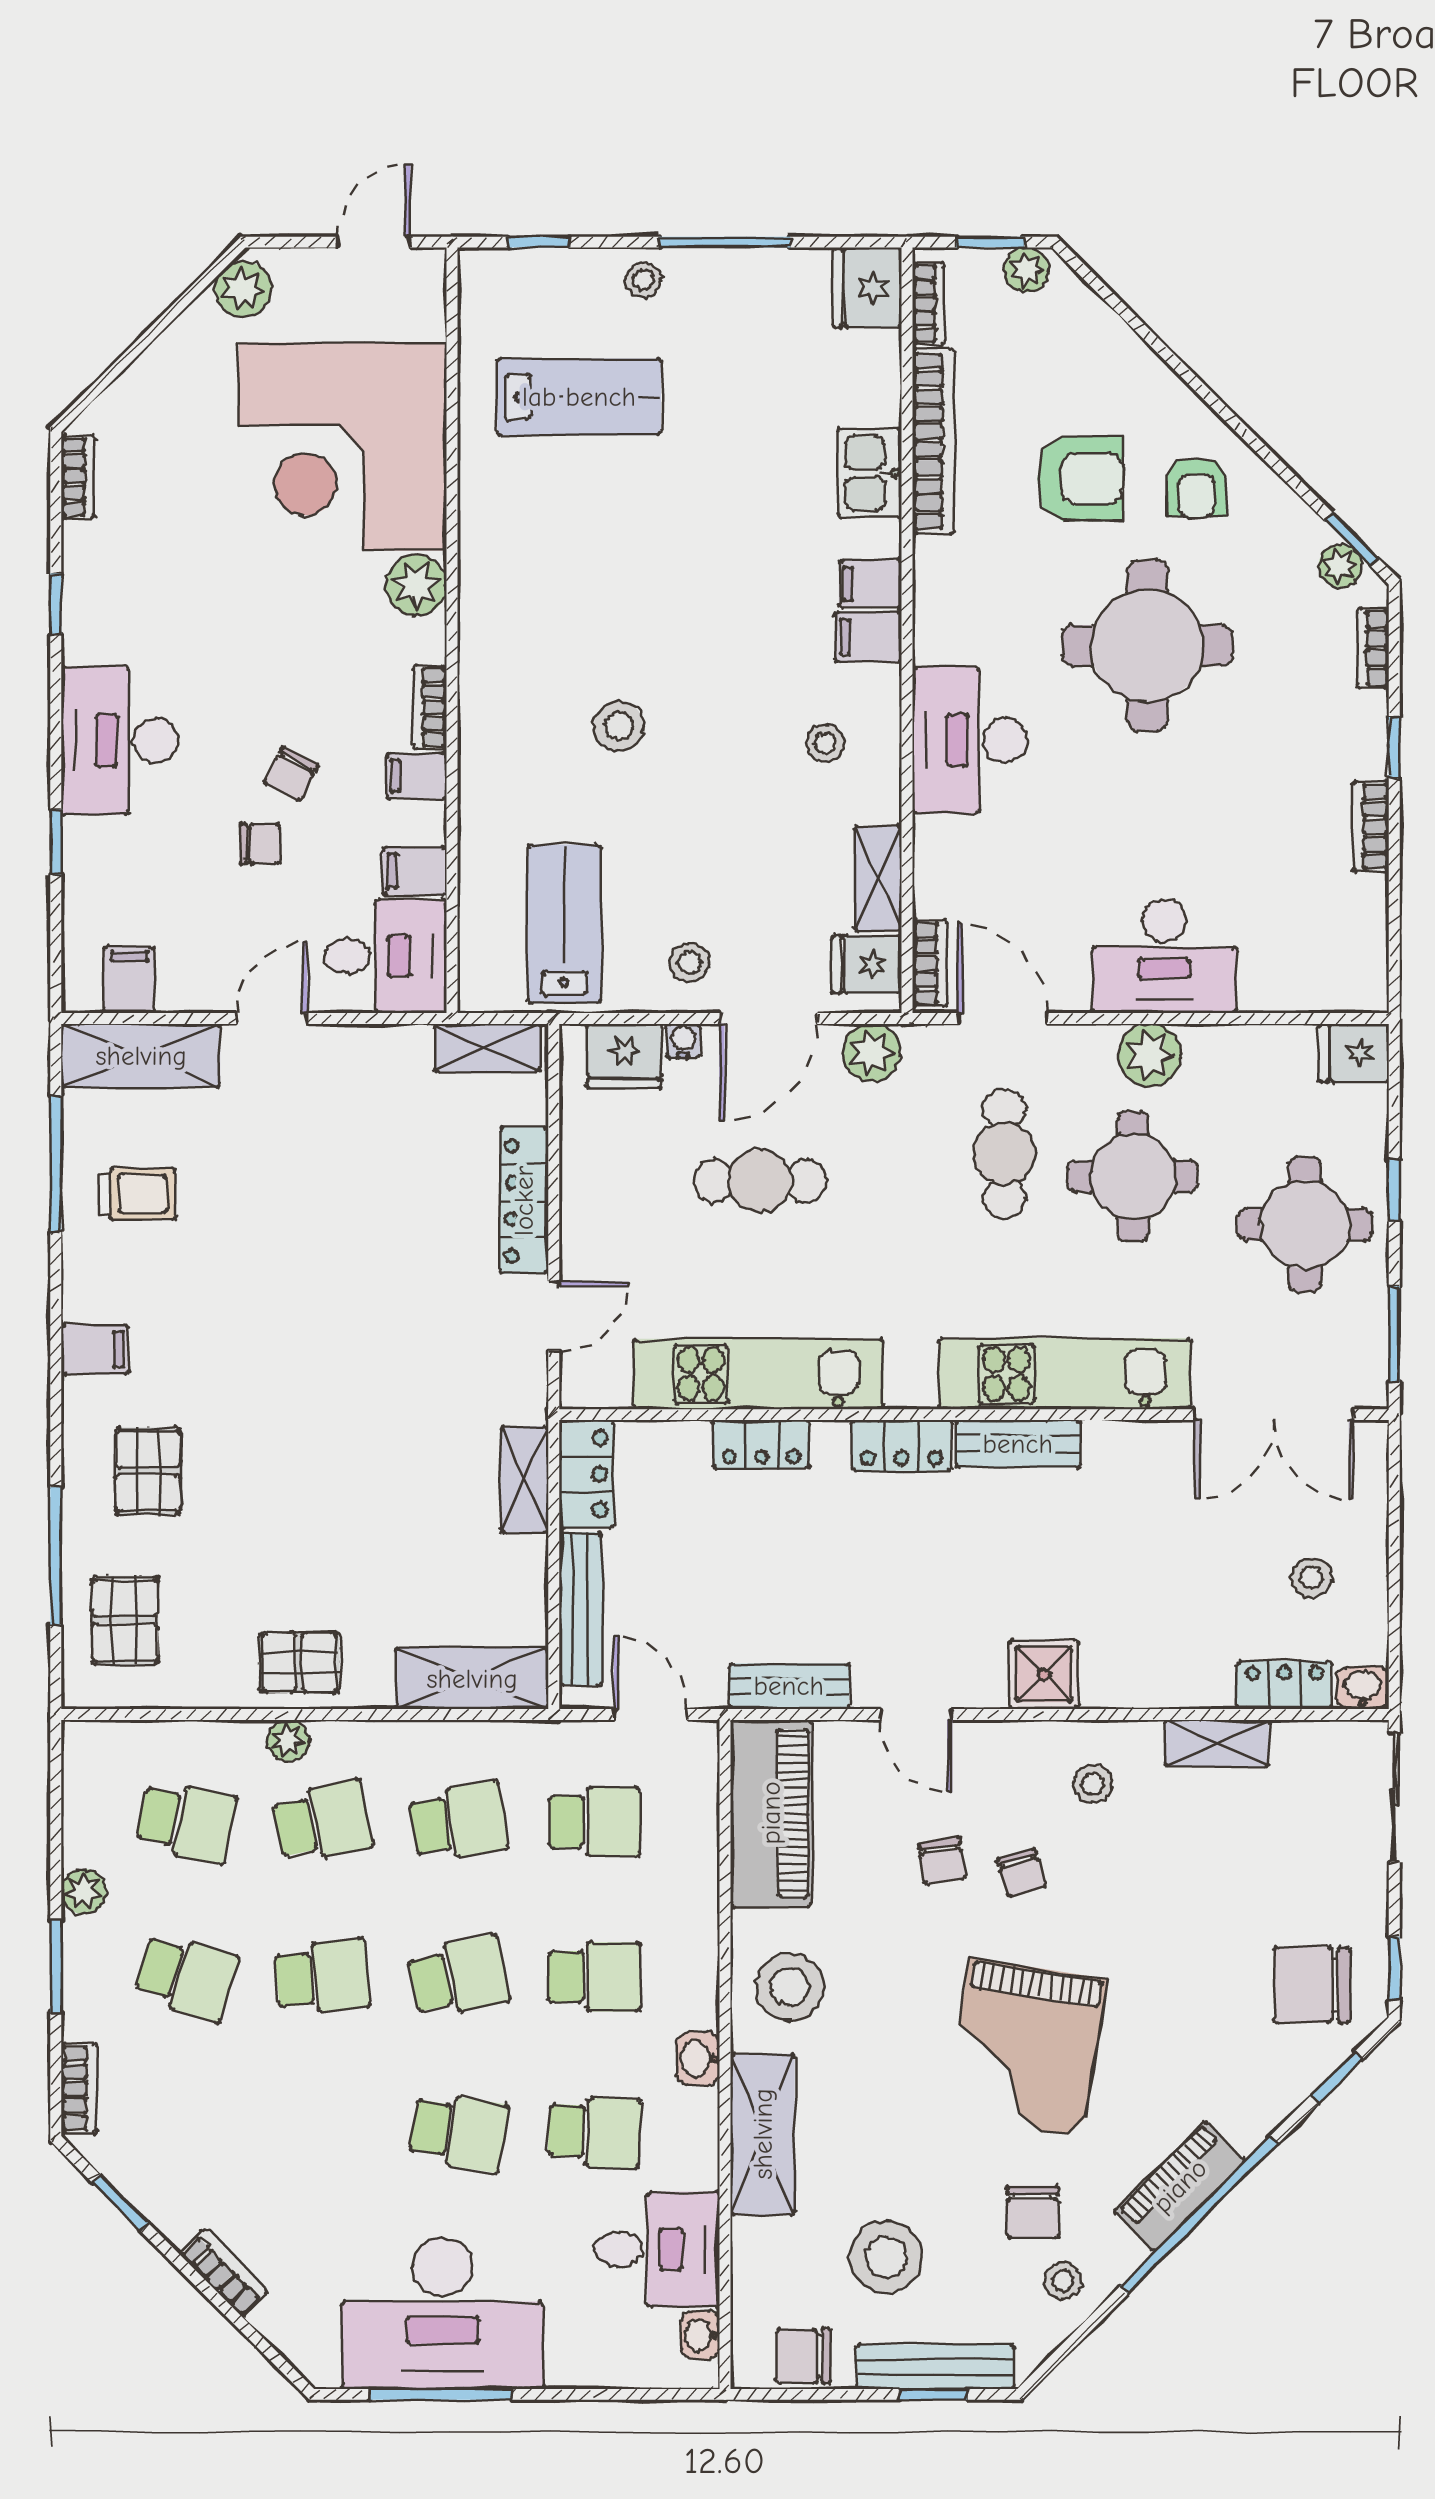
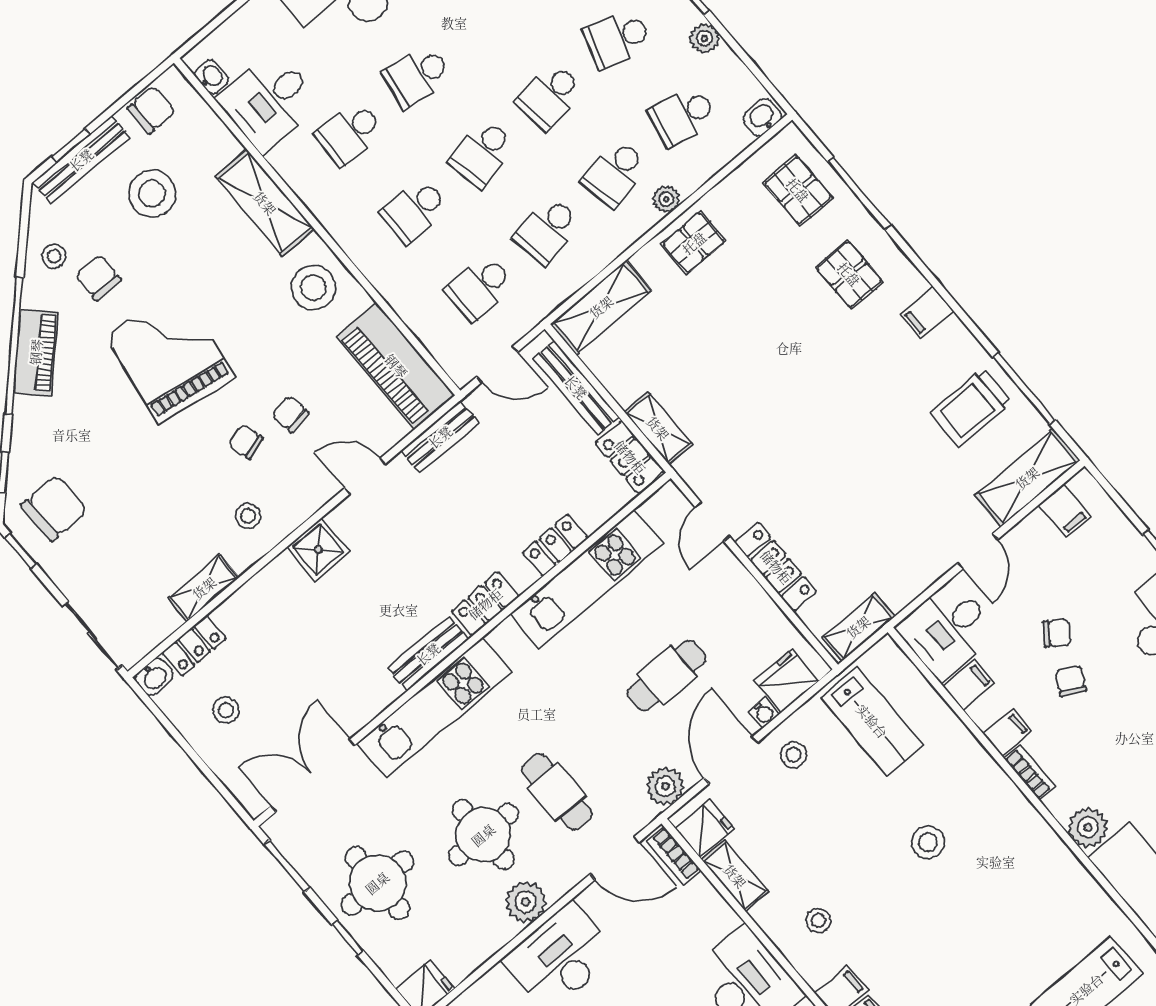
chair: (260, 844) -> (1057, 633), turned -144
trolley: (137, 1194) -> (971, 408), width x1.36, depth x1.39
washbasin: (698, 2058) -> (762, 117), moved, turned -90

